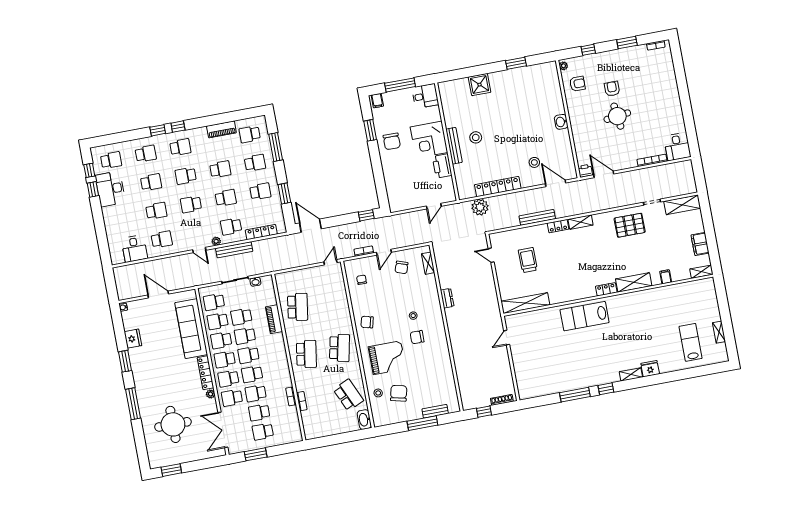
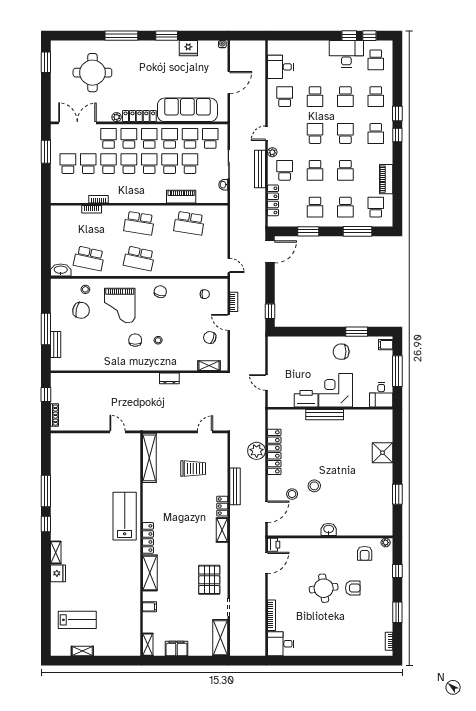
stool: (476, 137) -> (314, 486), moved
plant: (480, 207) -> (257, 451), moved
school desk: (162, 239) -> (285, 97), turned 180
locker: (606, 289) -> (148, 538), width x1.53
school desk: (348, 395) -> (89, 258), turned 36

